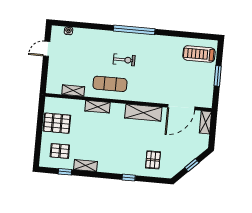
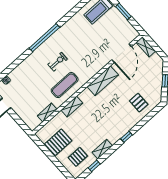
window: (129, 178) -> (127, 137), moved

